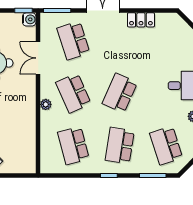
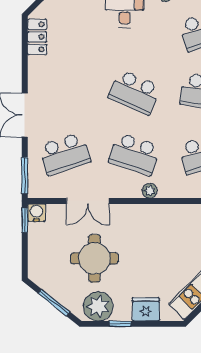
locker: (141, 20) -> (37, 37), moved
school desk: (73, 93) -> (134, 154), turned 42

